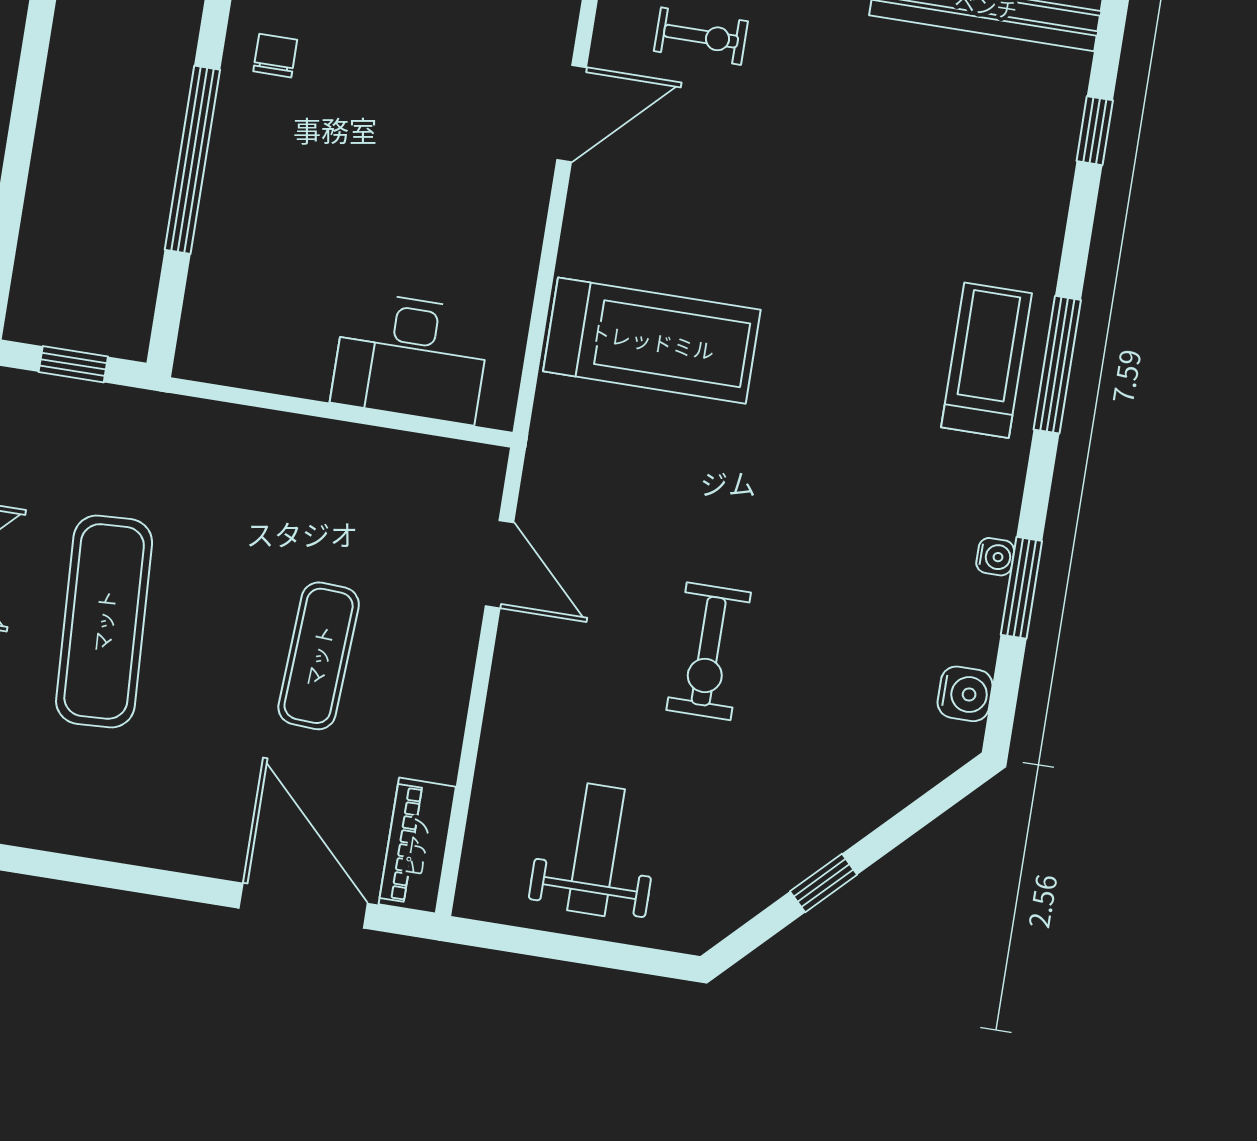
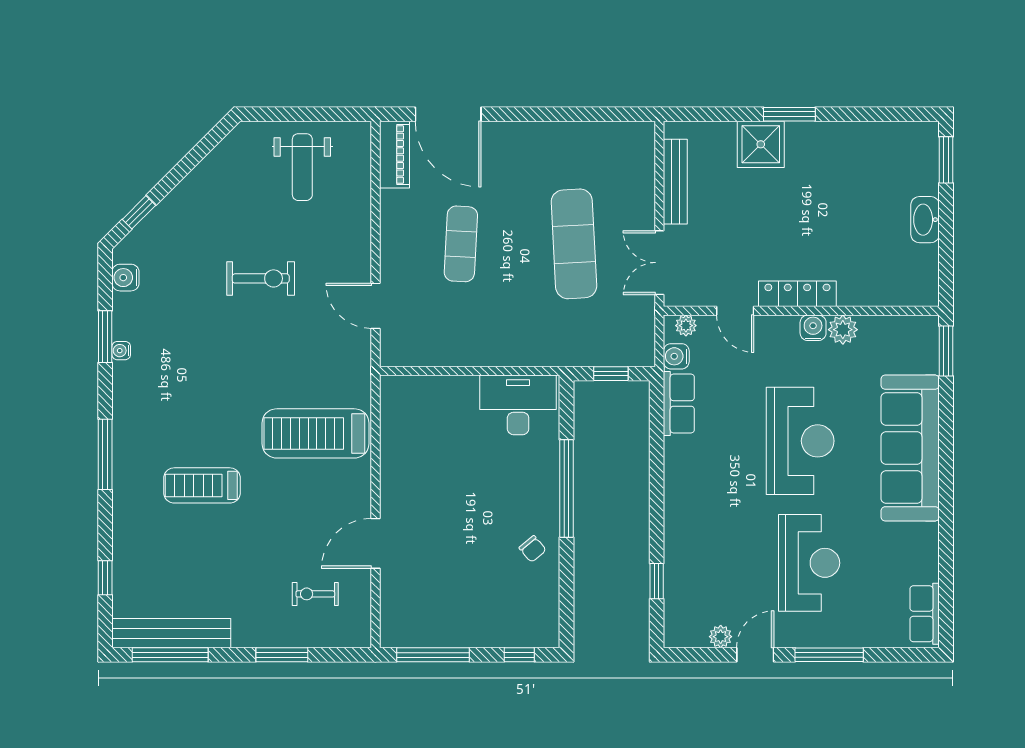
chair: (275, 56) -> (533, 549), turned -40
desk: (411, 357) -> (518, 405), moved
treadmill: (986, 360) -> (202, 485), moved, turned 90
exercise bike: (709, 651) -> (261, 278), turned 90
window: (824, 883) -> (139, 212), moved

